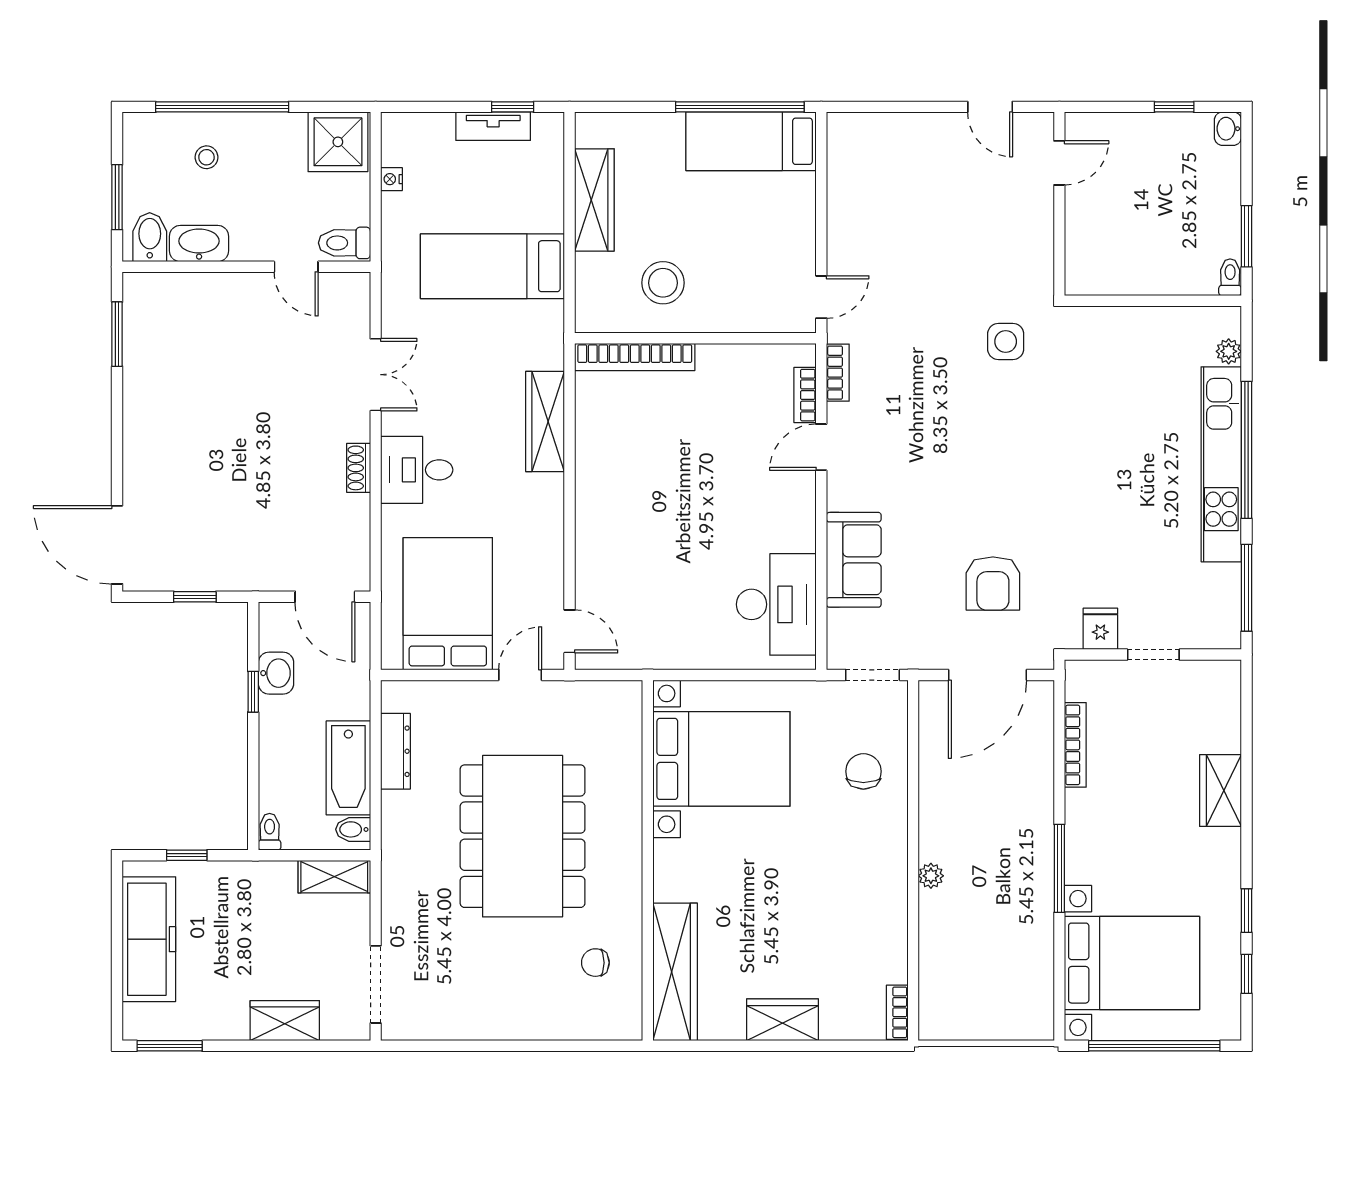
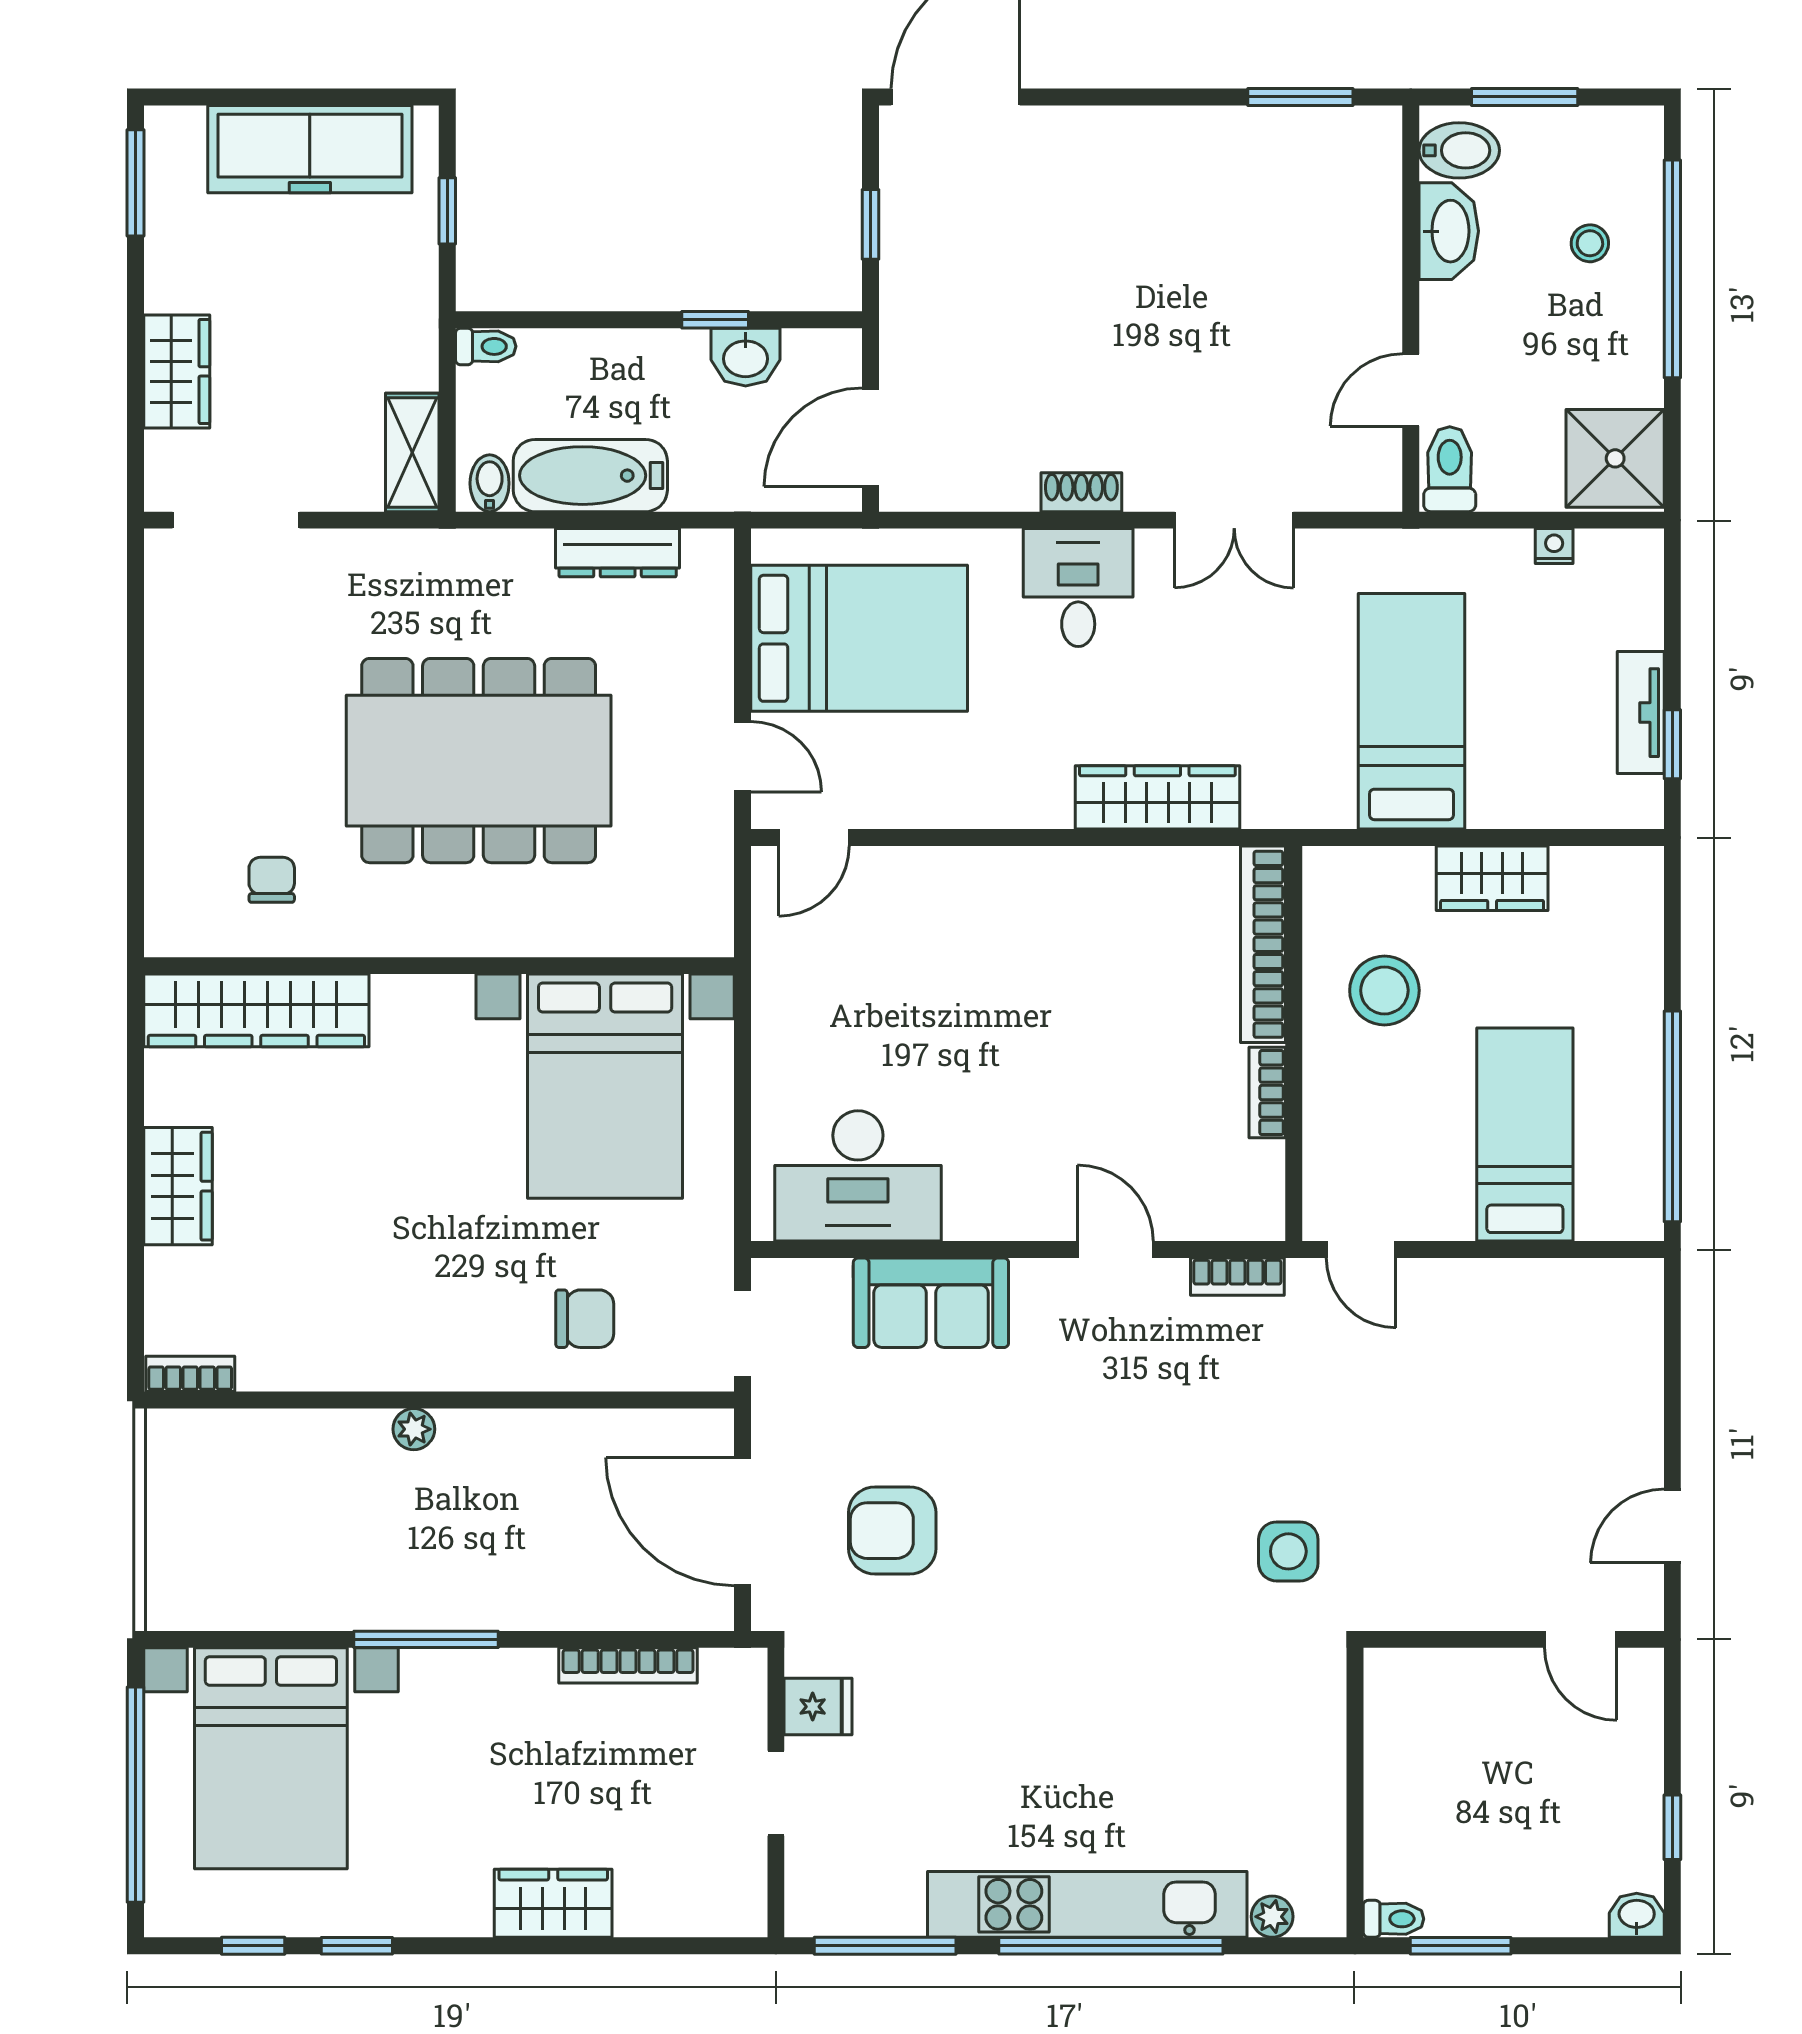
bed: (751, 141) -> (1525, 1135), moved
wardrobe: (594, 200) -> (1492, 878), width x0.67
bookcase: (805, 395) -> (1267, 1093), moved, turned -90

